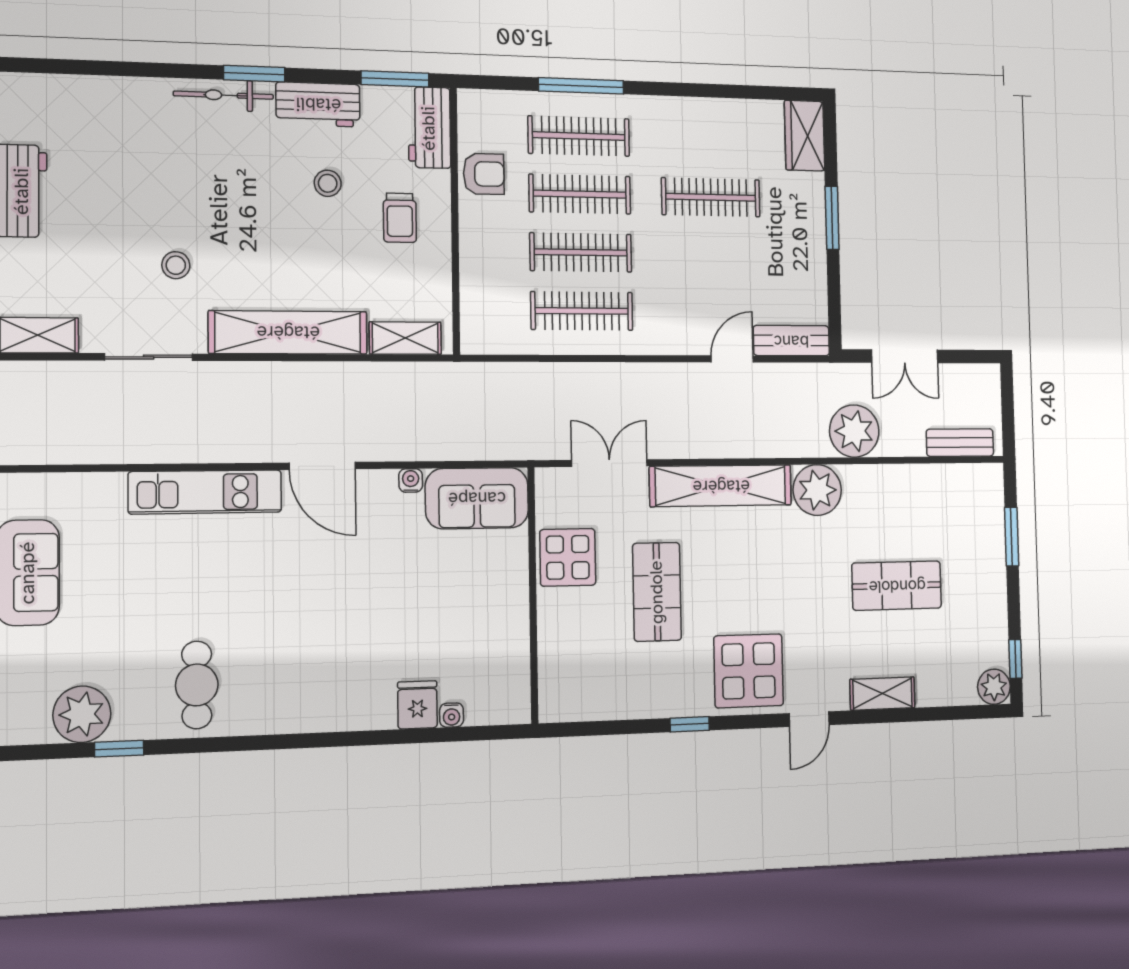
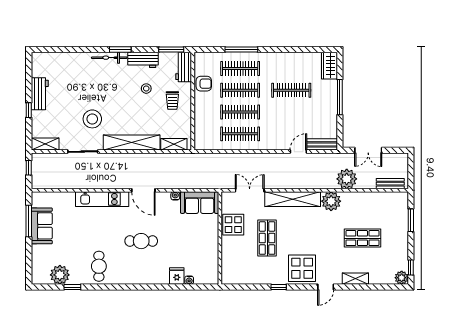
window: (832, 218) -> (340, 97), width x1.44
stool: (176, 265) -> (92, 119), width x1.89, depth x1.89
cafe table: (317, 609) -> (141, 241), added

